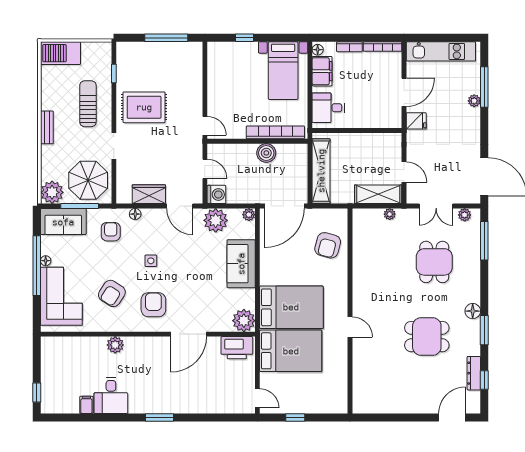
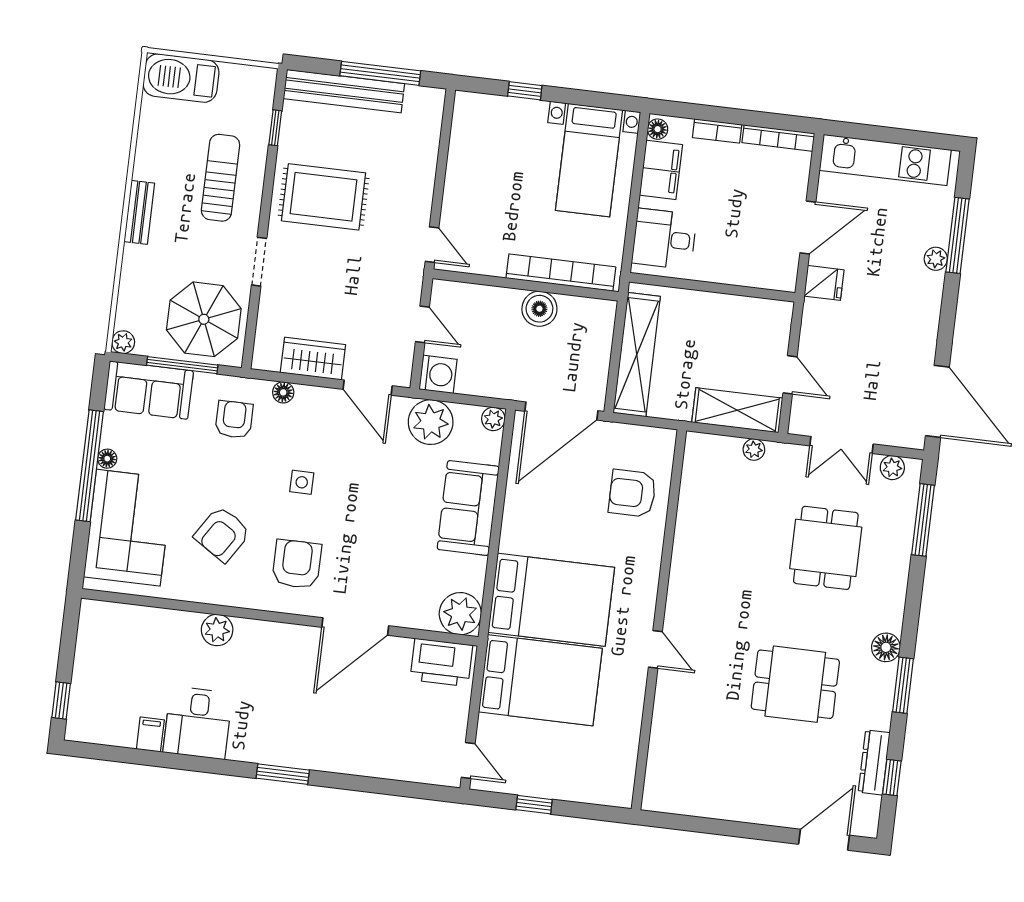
bench: (148, 50) -> (344, 91), added
plant: (52, 192) -> (123, 342), width x0.53, depth x0.53
armchair: (328, 245) -> (632, 493), turned 75

